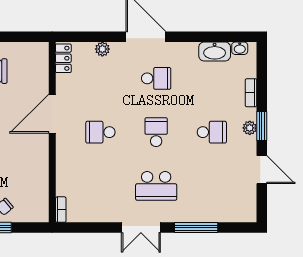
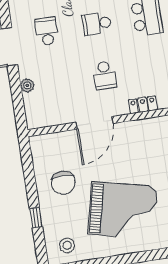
locker: (63, 58) -> (143, 105), moved
door: (52, 114) -> (95, 123), hinge flipped

